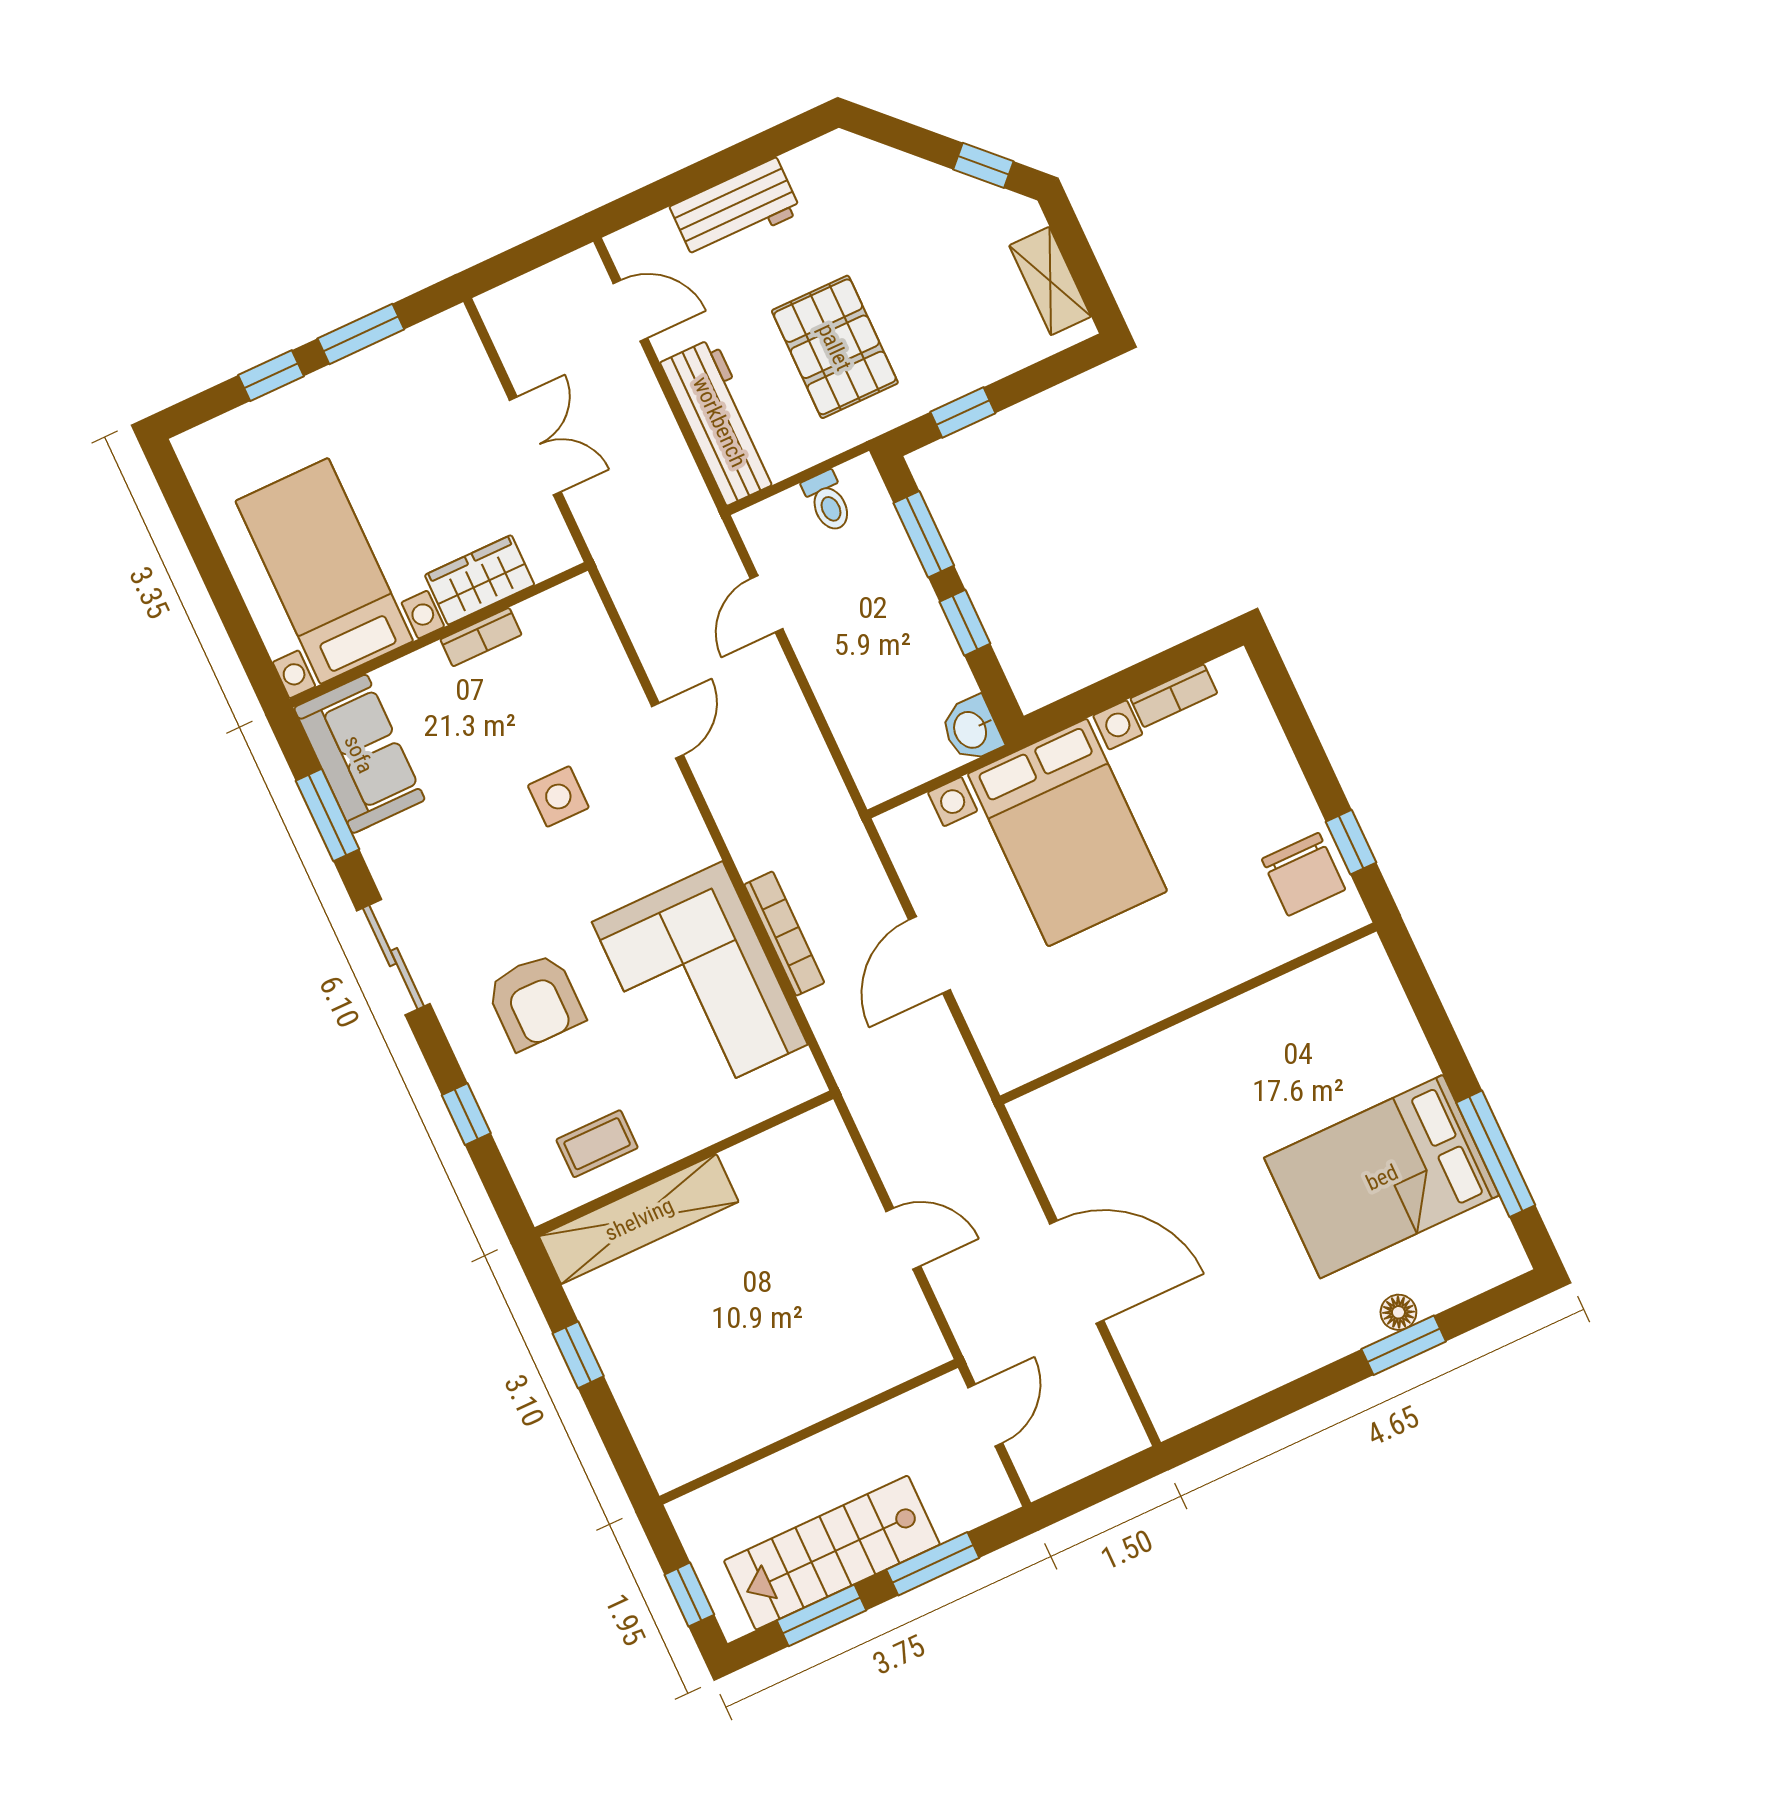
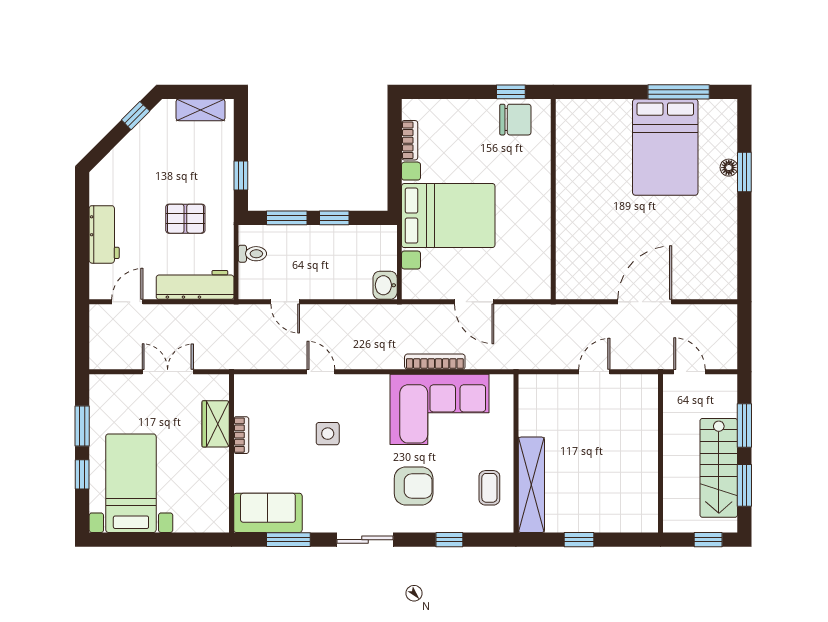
pallet: (835, 347) -> (185, 219), width x0.67, depth x0.71
bed with nightstands: (324, 571) -> (131, 483), moved, turned 90
washbasin: (971, 729) -> (385, 285), moved, turned 90

